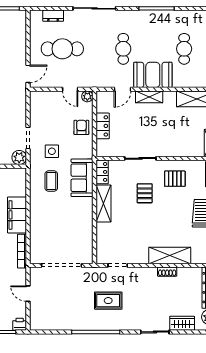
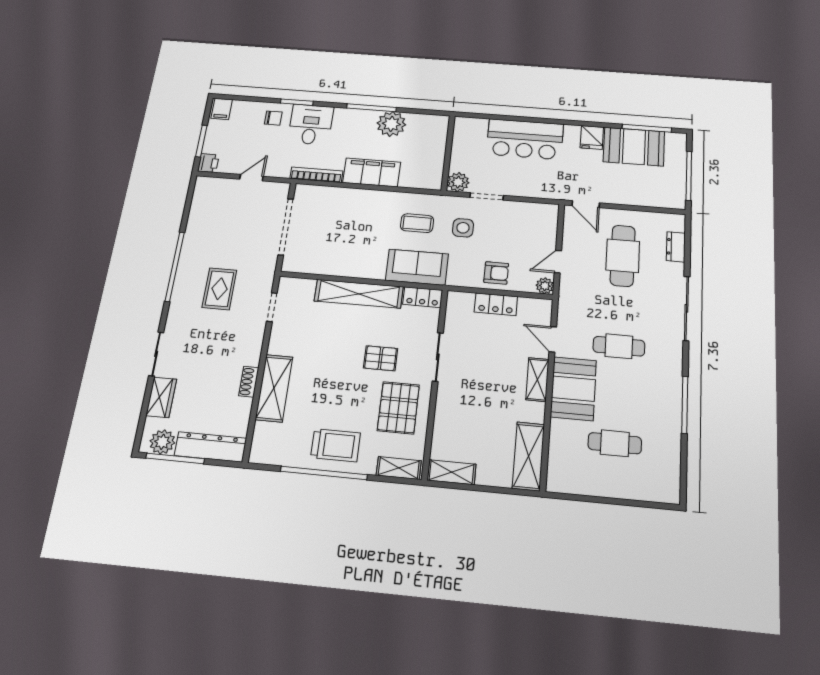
pallet: (175, 179) -> (398, 408), width x1.50, depth x1.42
shelving: (104, 203) -> (359, 294), width x1.47

